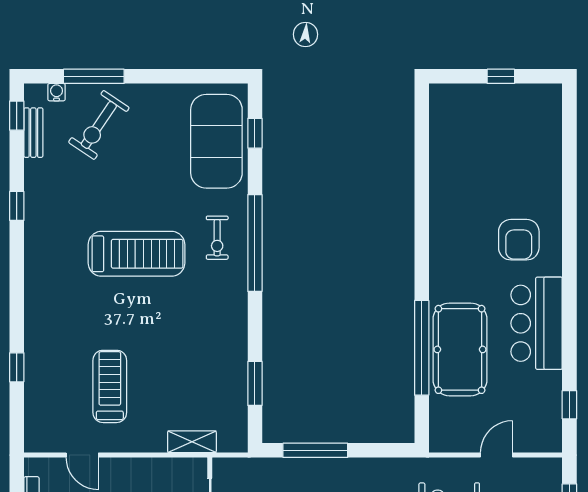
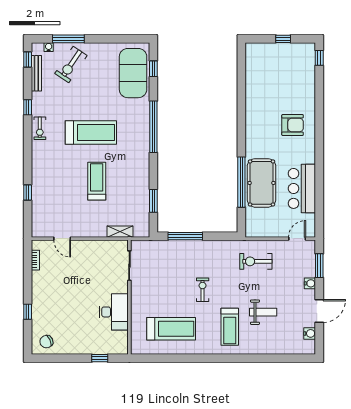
bench: (33, 133) -> (36, 73), width x1.36
exercise bike: (217, 238) -> (40, 128), moved
armchair: (519, 240) -> (293, 125), turned -90
bar counter: (537, 323) -> (302, 188), moved
treadmill: (110, 386) -> (97, 181), moved
window: (569, 405) -> (319, 58), moved
door: (497, 455) -> (297, 239), moved

